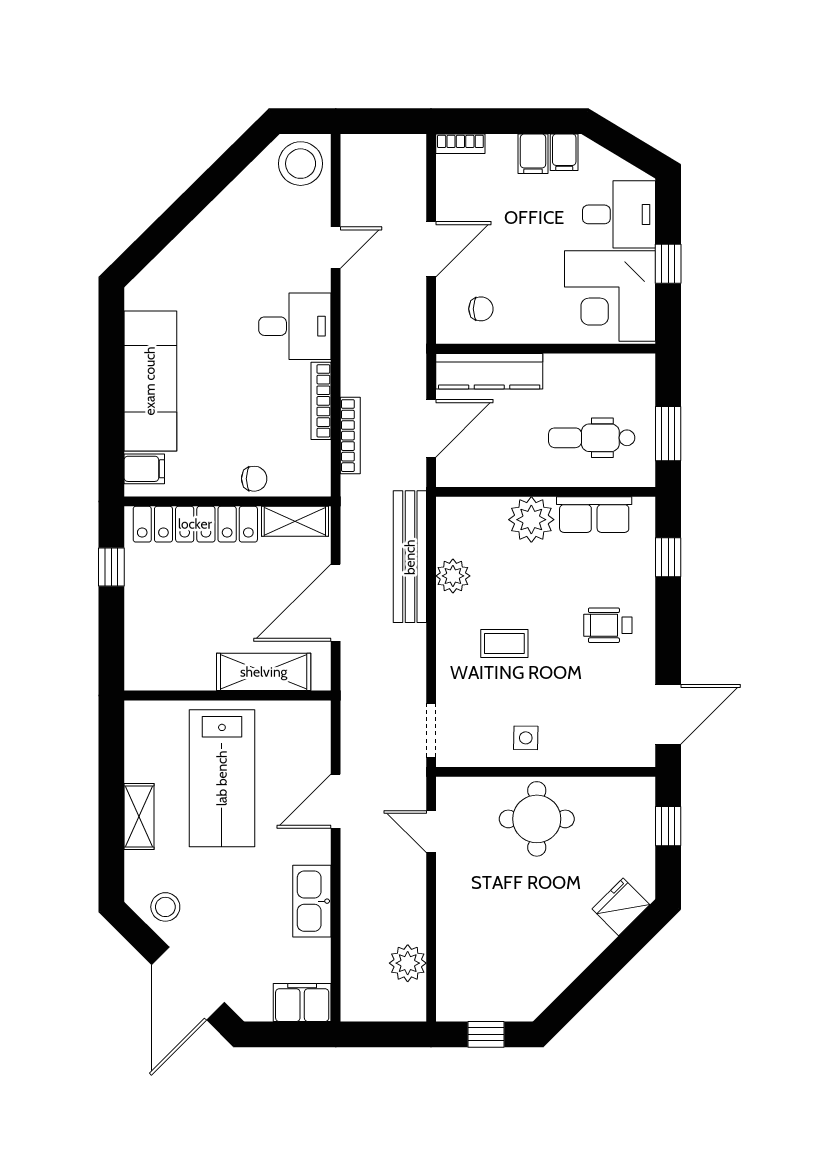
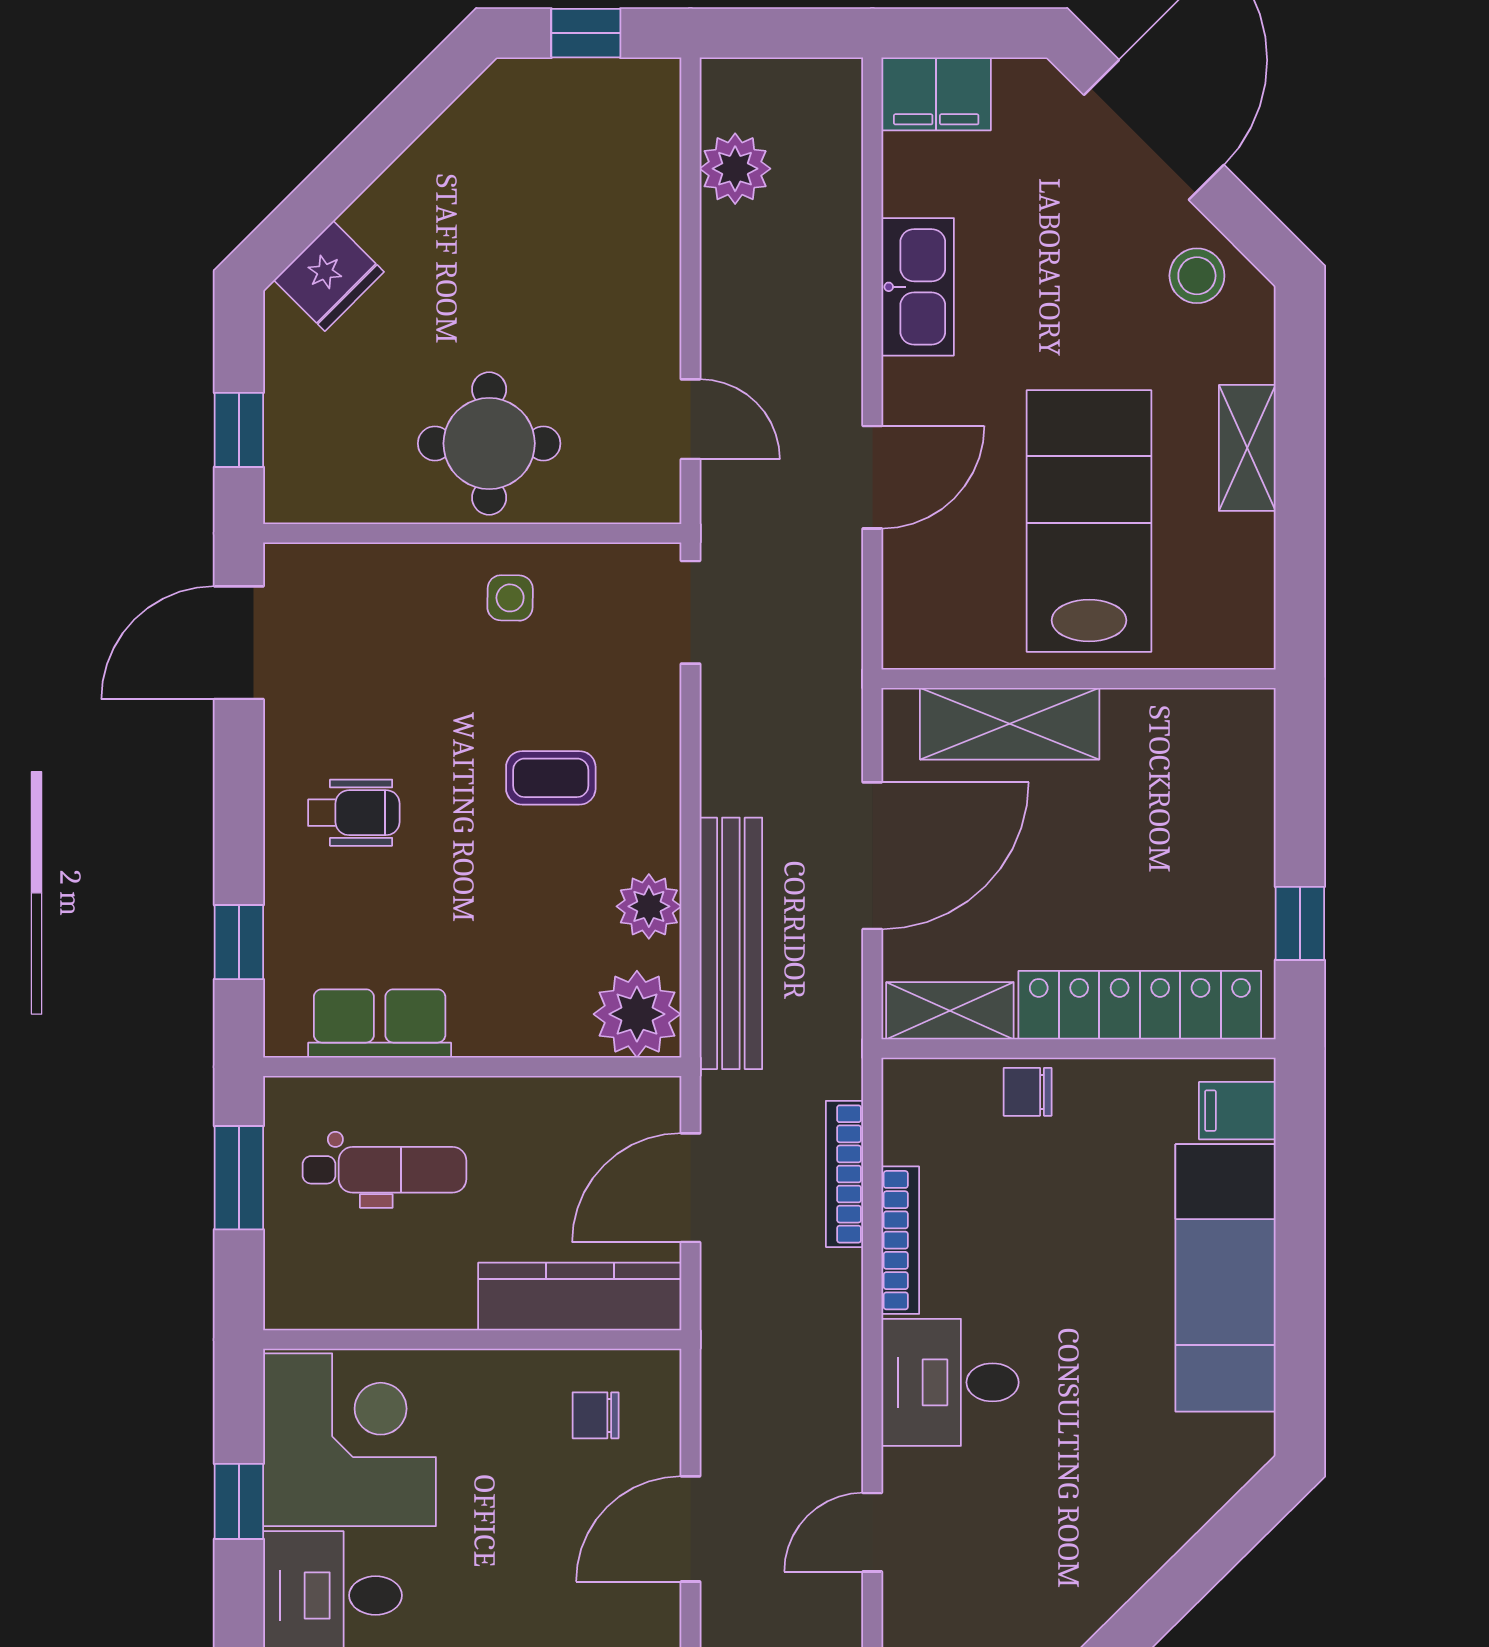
plant: (531, 520) -> (637, 1014), moved

